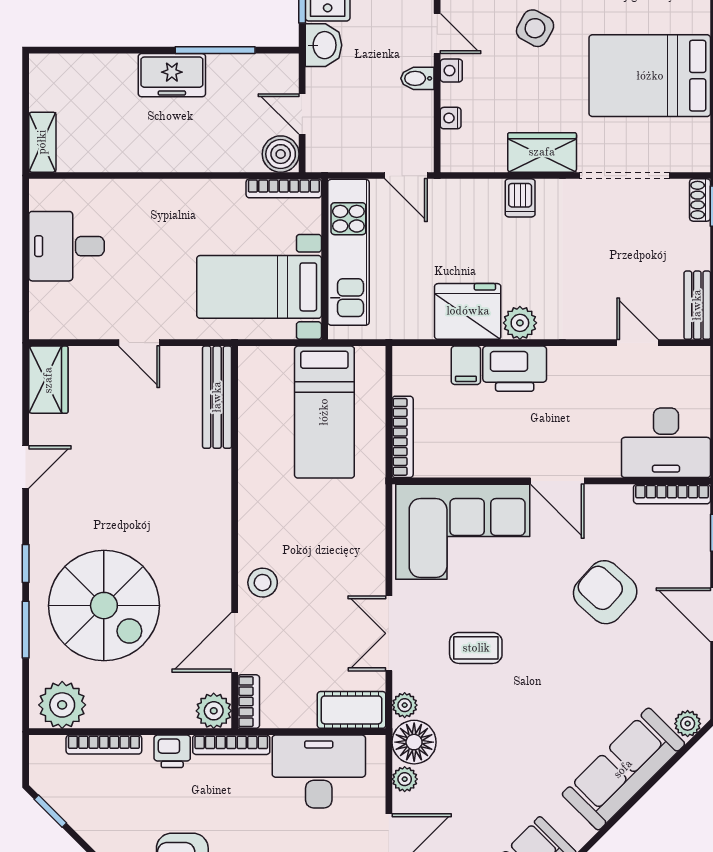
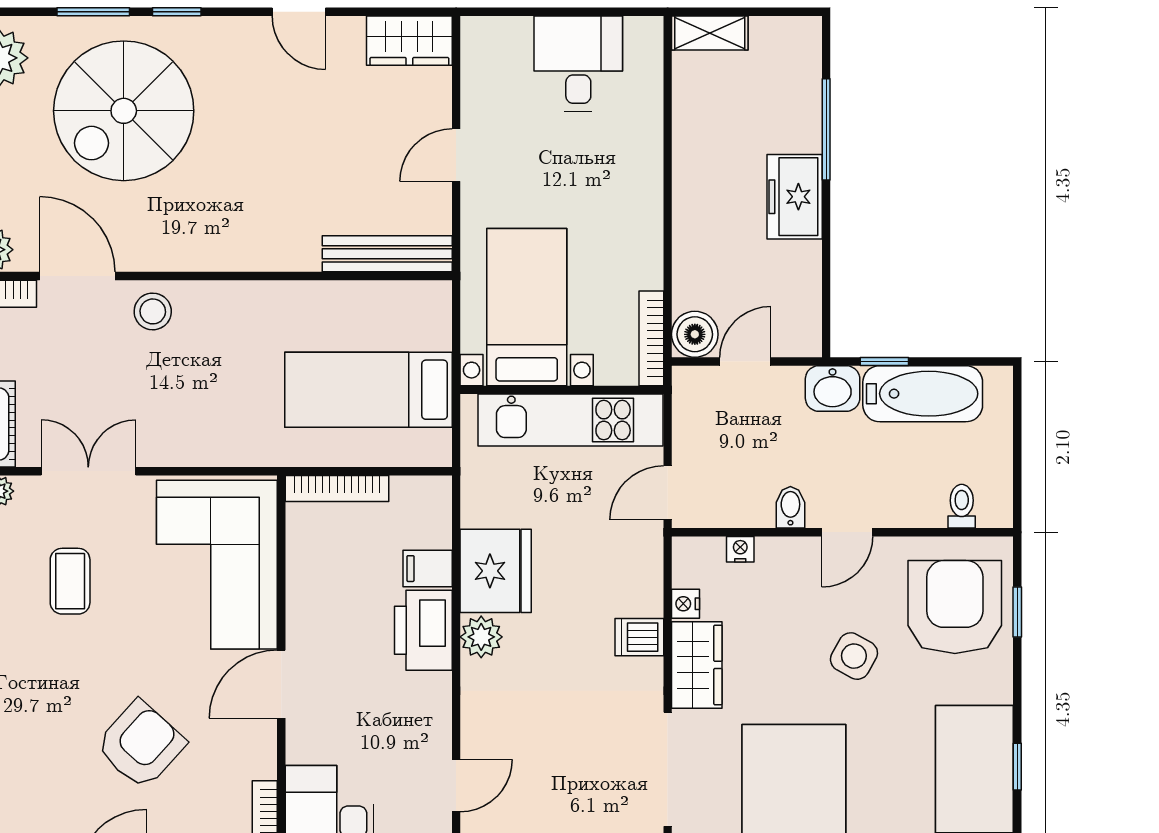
window: (215, 50) -> (826, 129), moved
nightstand: (451, 71) -> (685, 604), moved, turned -90

